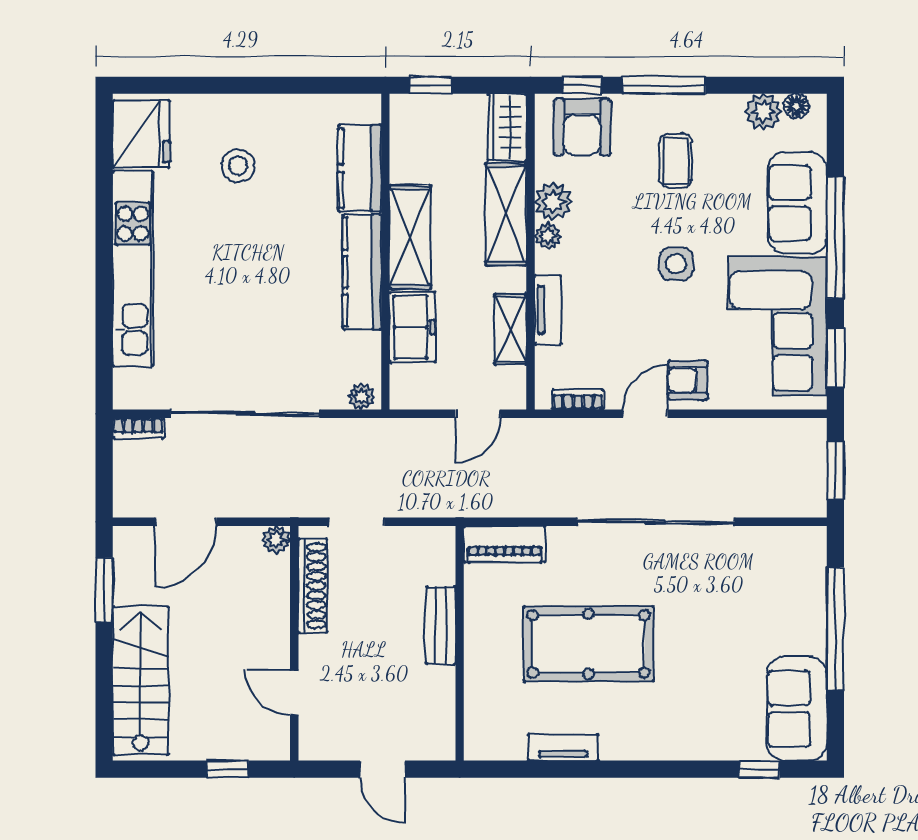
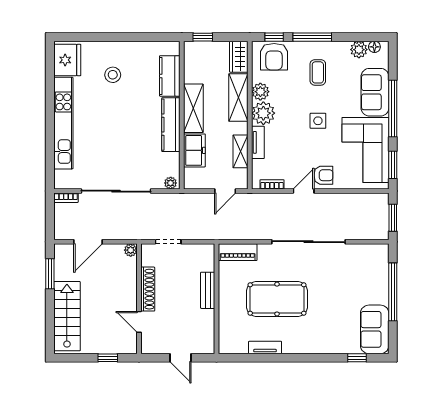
plant: (548, 236) -> (263, 113), width x1.87, depth x1.87
armchair: (688, 380) -> (323, 175), turned 180
shoe rack: (313, 586) -> (148, 289), moved

